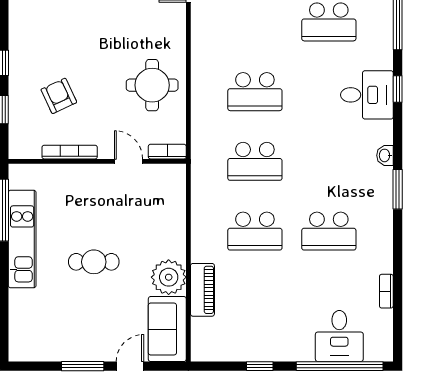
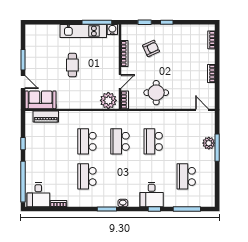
water cooler: (19, 178) -> (112, 30), added
plant: (169, 277) -> (108, 100), moved
piano: (202, 290) -> (46, 117), moved
desk: (339, 336) -> (38, 195), moved, turned -90

